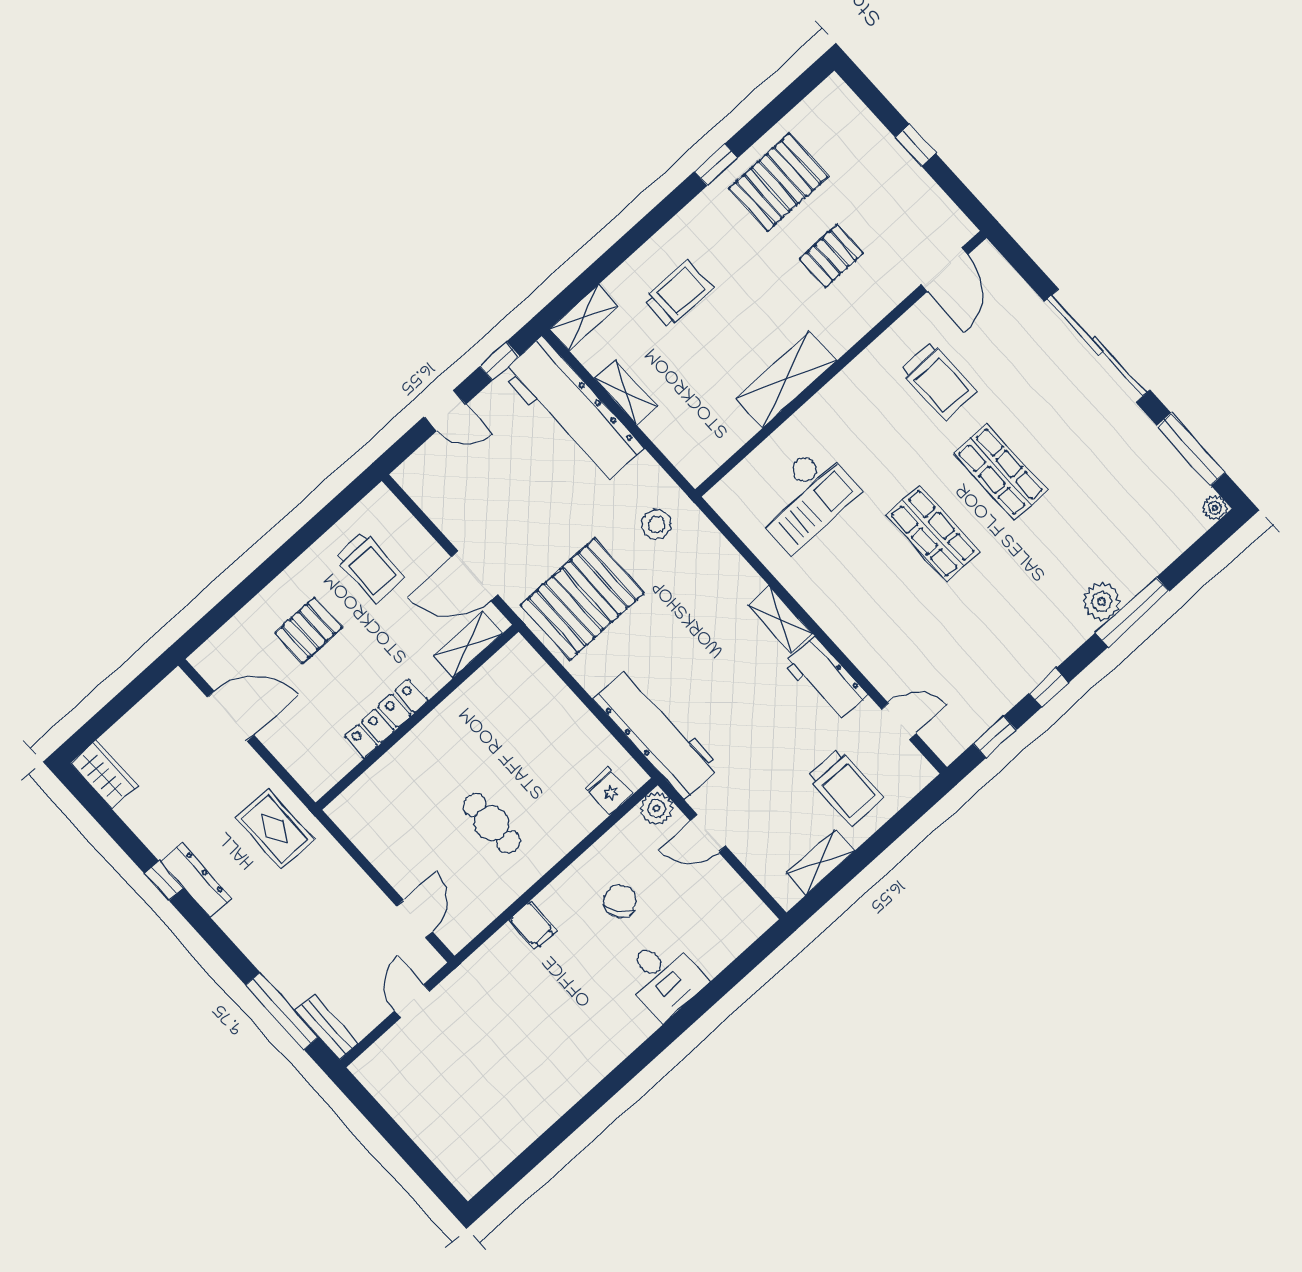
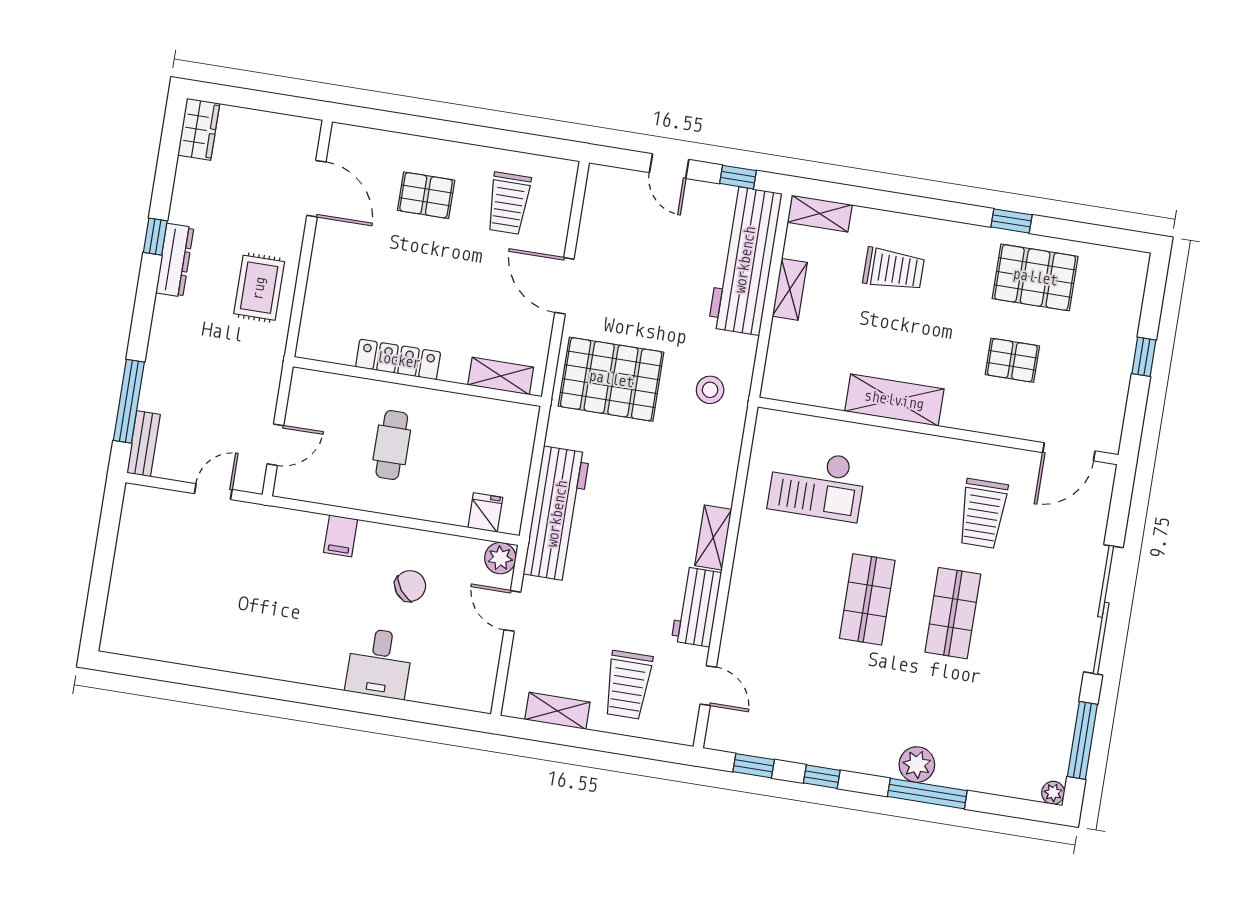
shelving: (468, 645) -> (501, 376), moved
wall: (417, 717) -> (417, 382), moved
locker: (386, 719) -> (398, 360), moved

